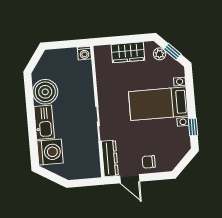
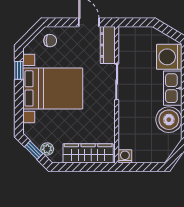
wardrobe: (128, 52) -> (88, 153), width x1.50
bed with nightstands: (158, 104) -> (53, 88), width x1.36
chair: (149, 162) -> (50, 41), moved

